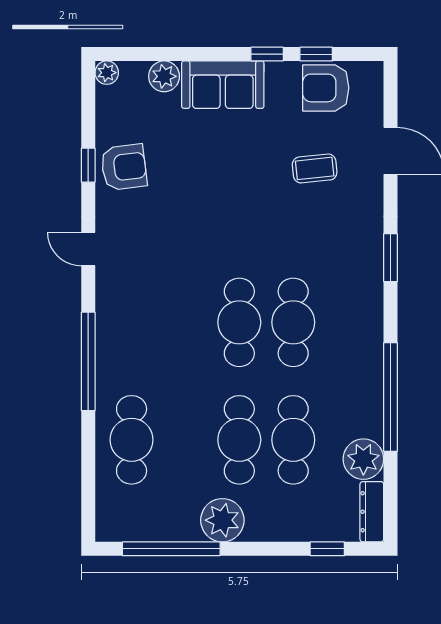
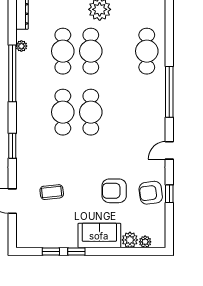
plant: (107, 73) -> (145, 242), moved
armchair: (326, 88) -> (114, 191), moved, turned 180
door: (88, 249) -> (169, 150), swing flipped
plant: (363, 459) -> (21, 46), width x0.53, depth x0.53

